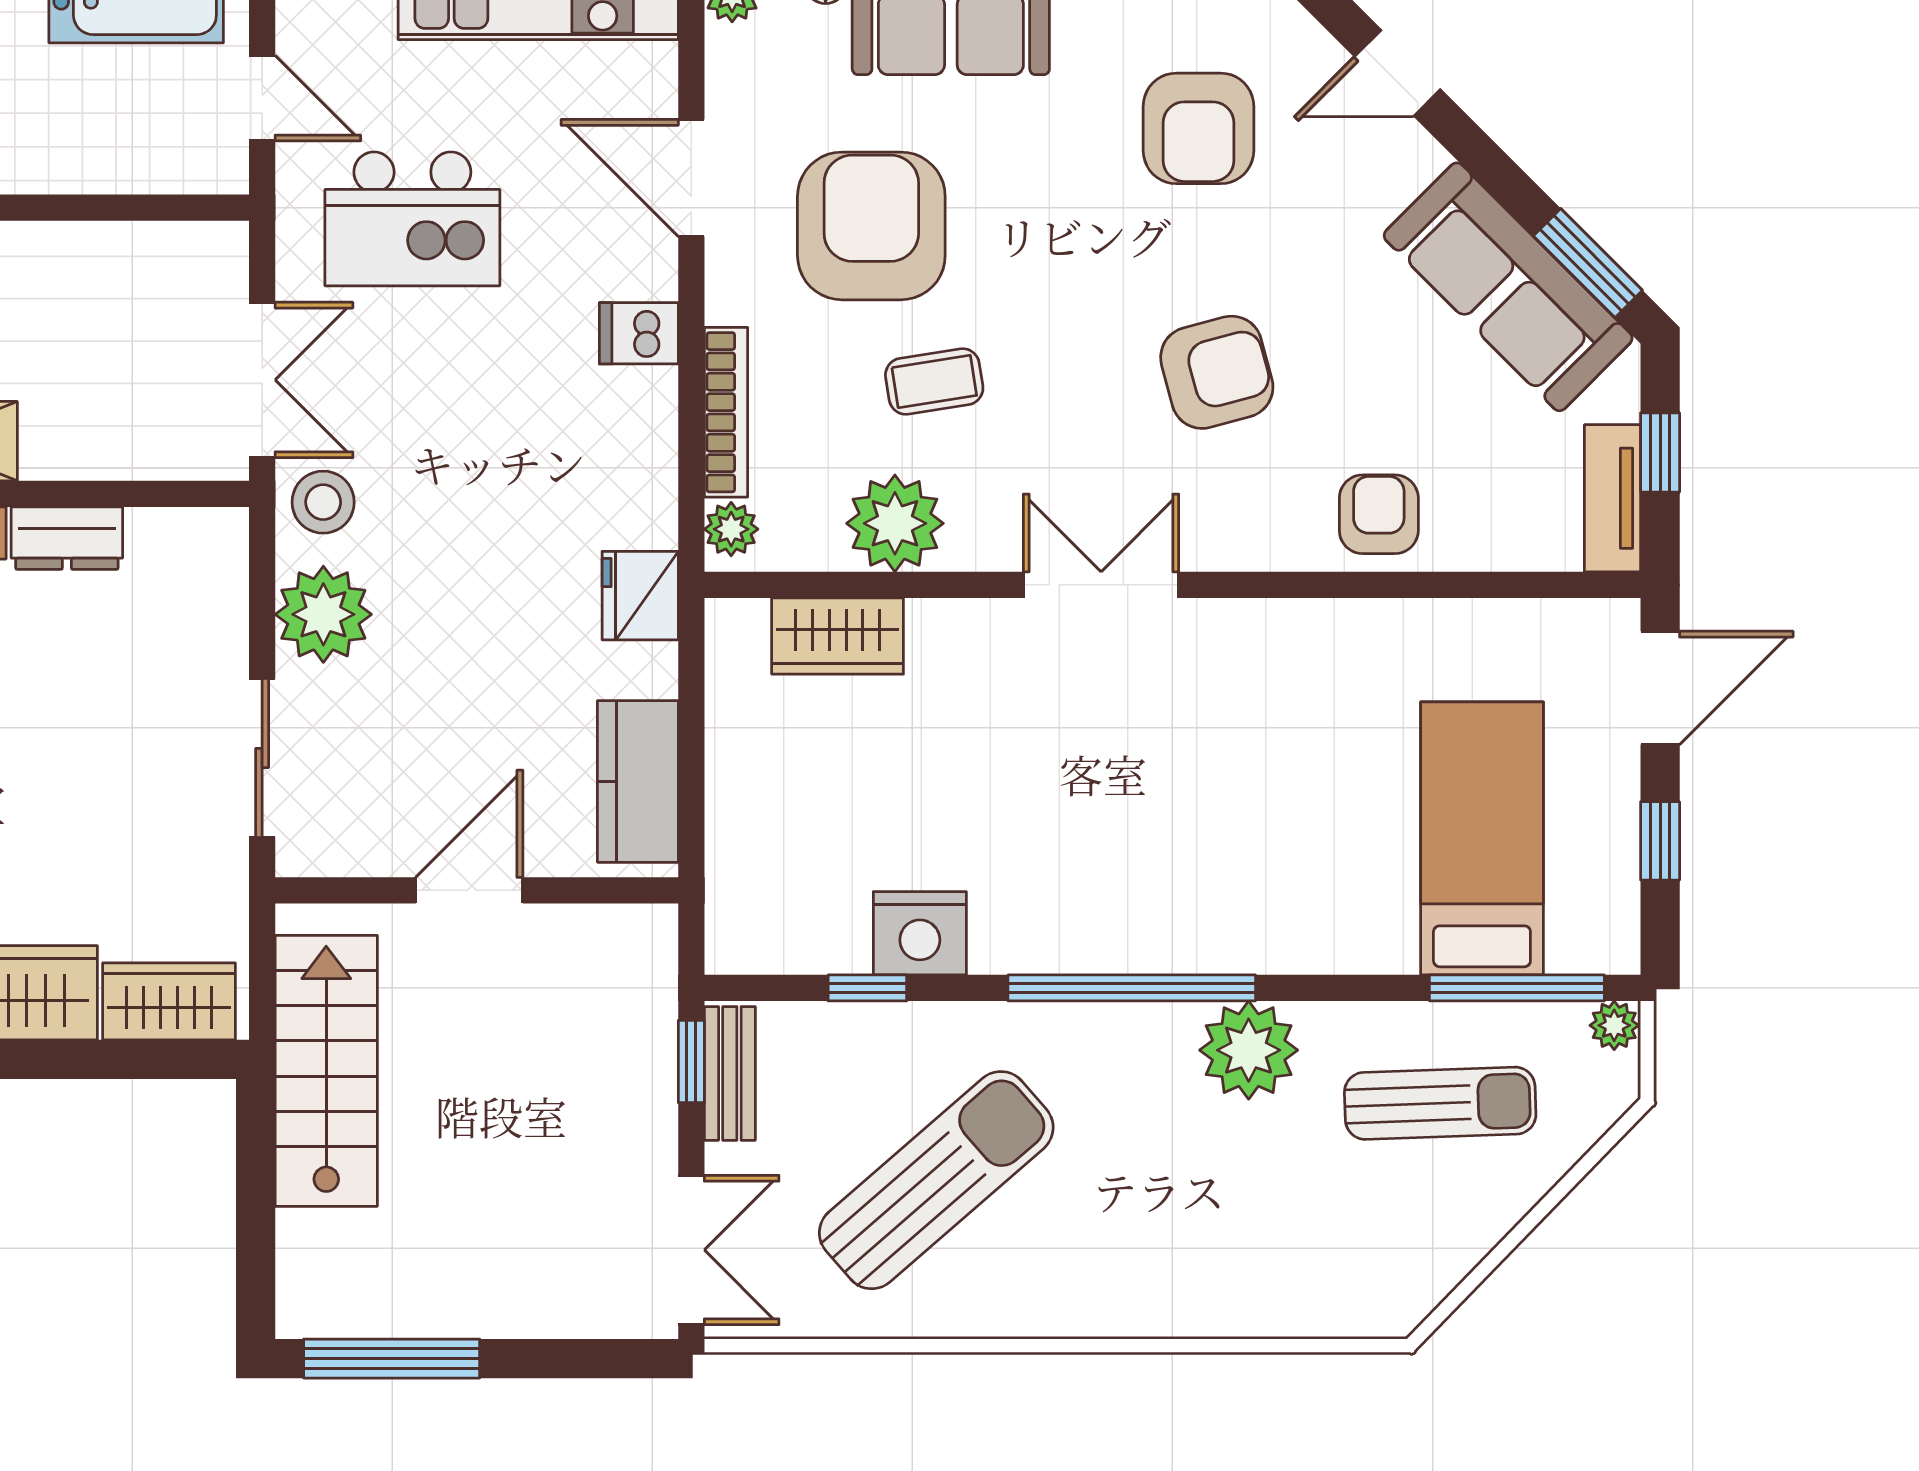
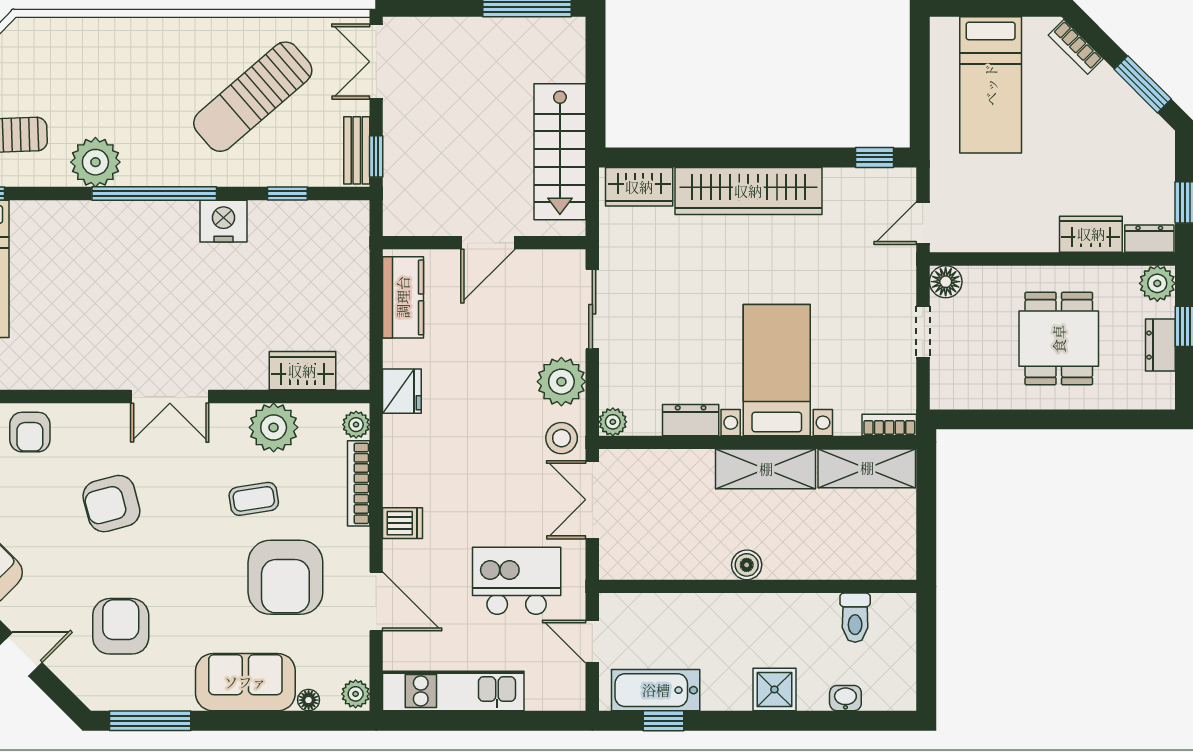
plant: (221, 535) -> (613, 422), added
nightstand: (920, 933) -> (223, 221), moved

